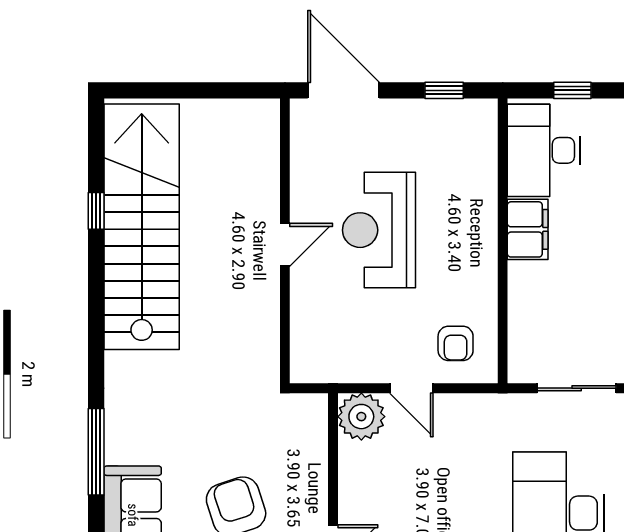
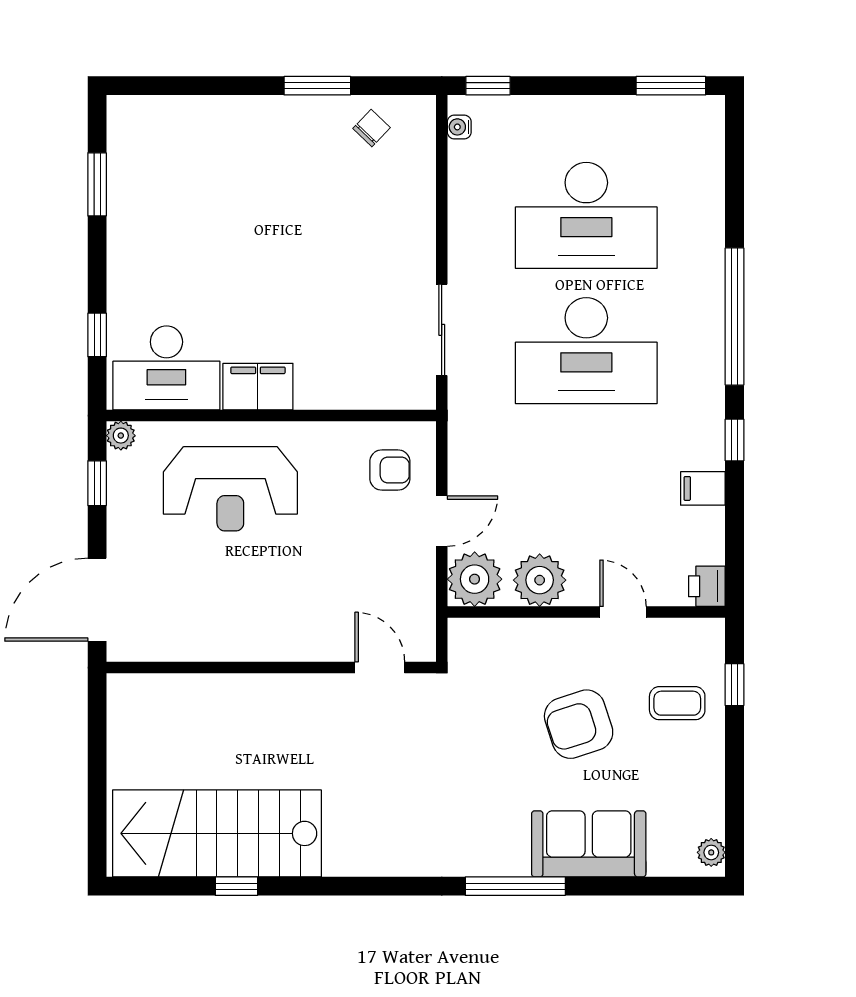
plant: (485, 111) -> (121, 436), added
stairs: (142, 227) -> (217, 833), width x0.73
reception desk: (379, 230) -> (230, 489), moved
door: (285, 245) -> (380, 668), moved
plant: (360, 473) -> (540, 580), added

